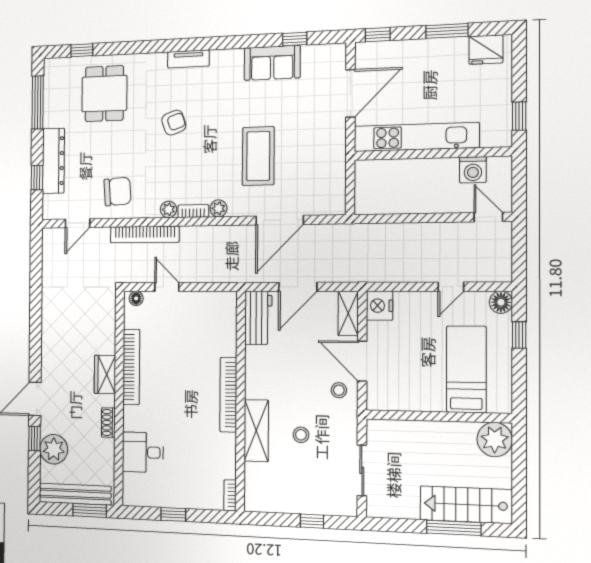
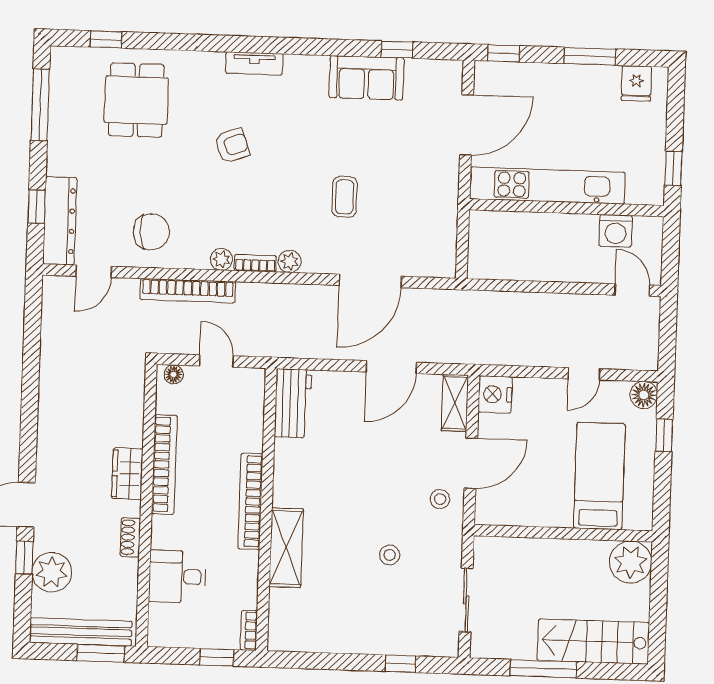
fridge: (486, 50) -> (636, 83), width x0.72
coffee table: (258, 156) -> (345, 197), width x0.54, depth x0.58
dresser: (53, 161) -> (60, 221), moved
workbench: (258, 318) -> (293, 403), moved
door: (362, 361) -> (471, 463), swing flipped
bookcase: (228, 395) -> (250, 501), moved
wall: (240, 401) -> (266, 510), moved
shelving: (256, 431) -> (286, 548), moved
bookcase: (230, 495) -> (249, 630), moved
window: (454, 528) -> (543, 669), moved

